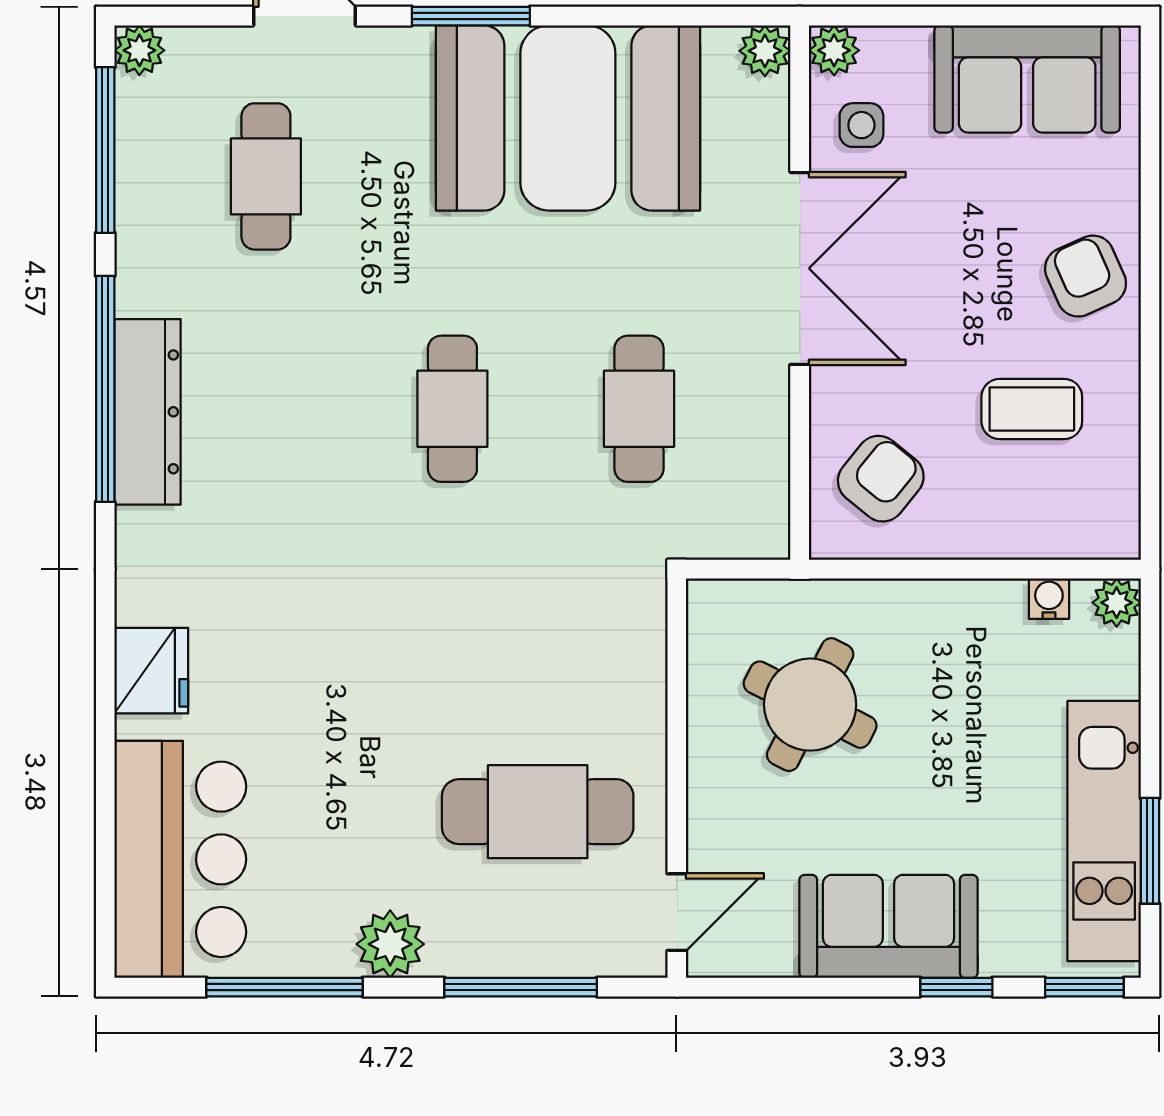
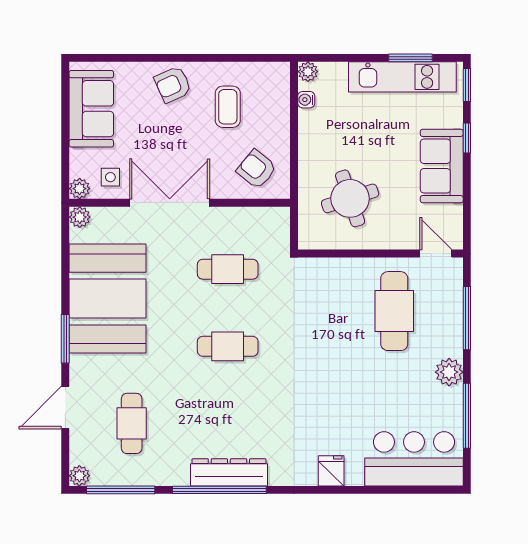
cafe table: (266, 176) -> (132, 423), turned 90
fridge: (151, 671) -> (331, 471), width x0.72
round table: (810, 705) -> (350, 198), turned 45

